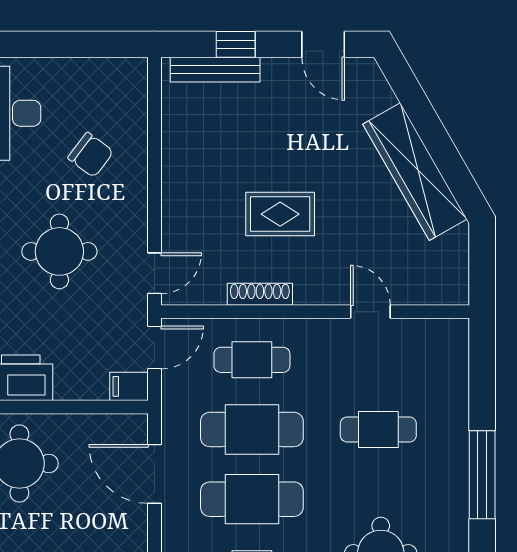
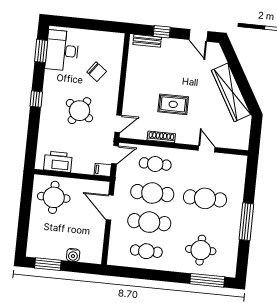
bench: (215, 70) -> (147, 41), width x0.73
round table: (59, 251) -> (79, 111), turned 33
cafe table: (378, 429) -> (205, 198), width x1.37, depth x1.35

